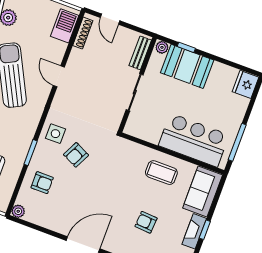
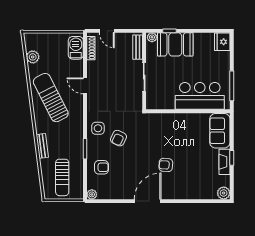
coffee table: (161, 173) -> (185, 128), removed
armchair: (146, 222) -> (166, 165), moved

